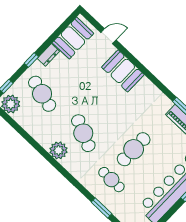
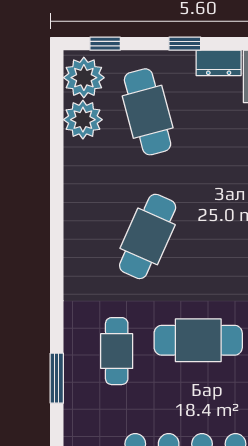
cafe table: (42, 94) -> (148, 112), turned -30
plant: (58, 150) -> (83, 120), moved

